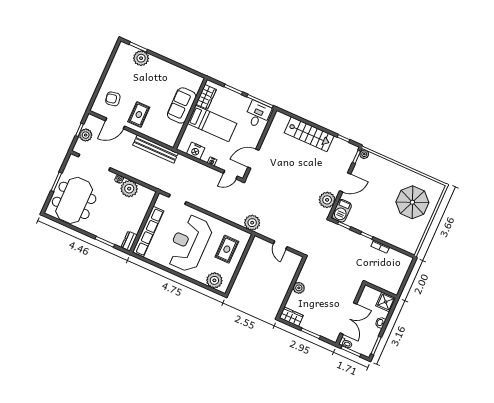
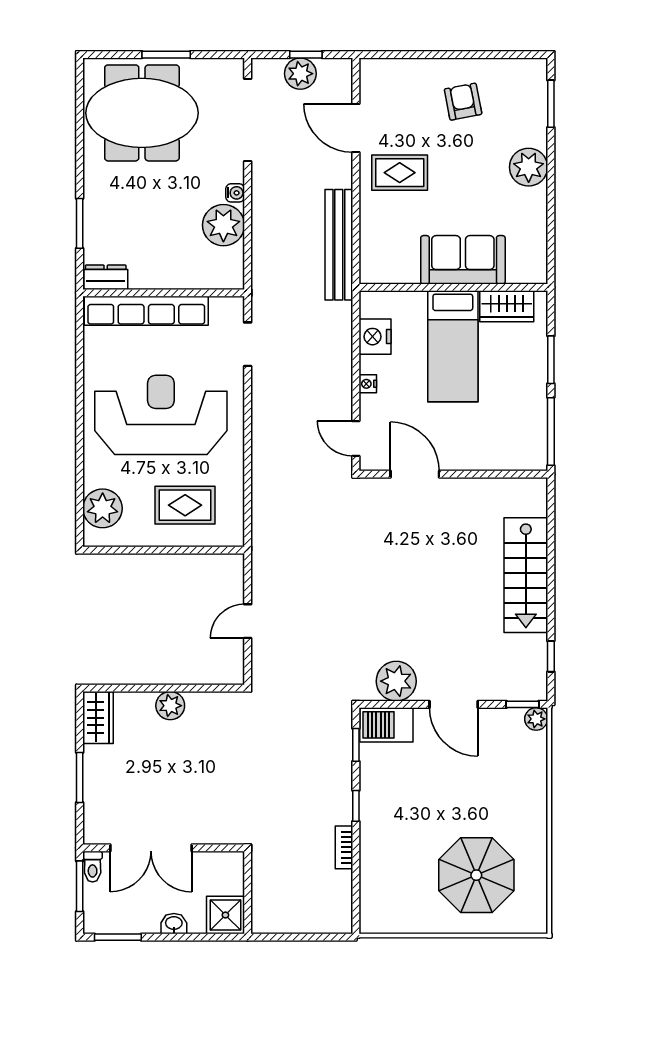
plant: (141, 58) -> (529, 167), moved
armchair: (113, 99) -> (463, 102), moved
desk: (258, 115) -> (519, 440), removed
plant: (252, 223) -> (270, 535), removed

